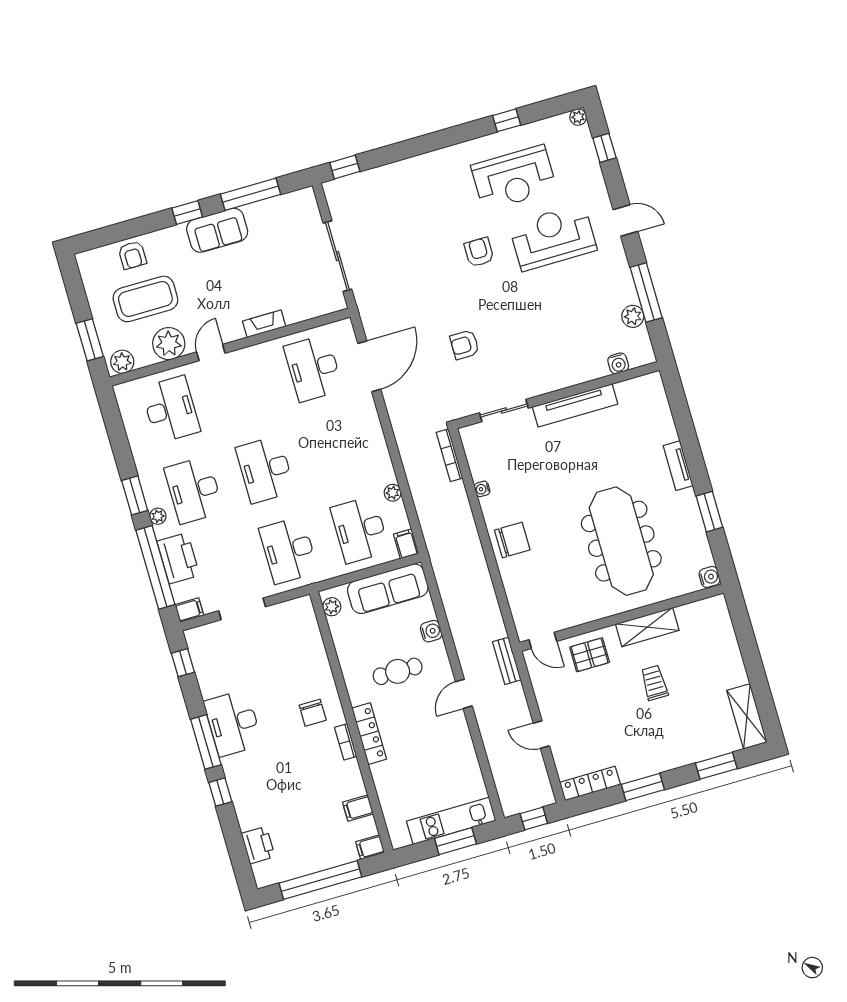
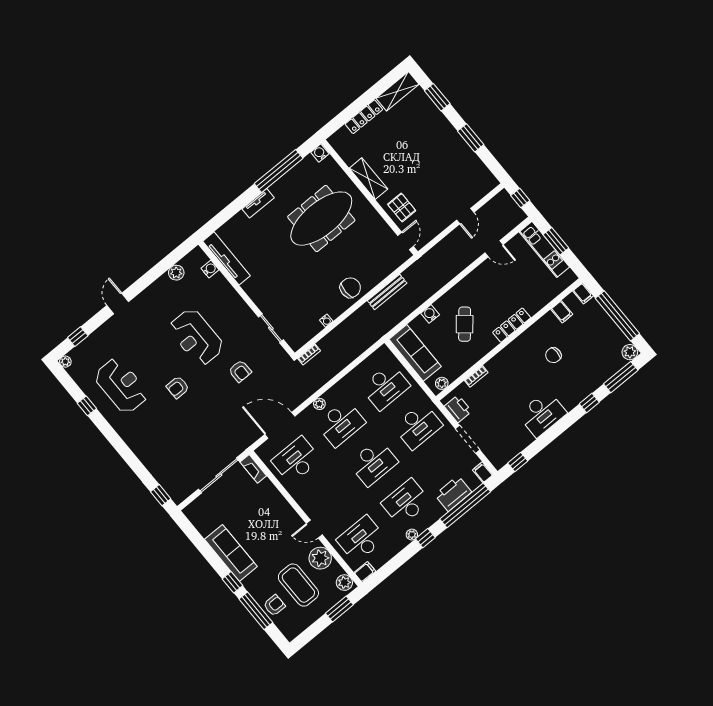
window: (250, 194) -> (256, 611), moved
sofa: (217, 230) -> (231, 553), width x1.36
reception desk: (553, 237) -> (196, 337), moved
window: (646, 293) -> (158, 271), removed
fireplace: (264, 324) -> (253, 469), moved
desk: (313, 368) -> (296, 460), turned 180
tv unit: (575, 405) -> (227, 258), moved
desk: (337, 449) -> (341, 423), added
bookcase: (449, 455) -> (309, 354), width x0.64
desk: (194, 490) -> (406, 502), turned 180
plant: (393, 493) -> (319, 404), moved
window: (135, 495) -> (425, 538), width x0.67
window: (709, 512) -> (279, 171), width x2.11
plant: (158, 516) -> (412, 535), moved
chair: (512, 540) -> (350, 288), turned 90
filing cabinet: (406, 544) -> (365, 572), moved, turned 180
bench: (507, 661) -> (387, 292), moved, width x1.36
cafe table: (398, 671) -> (465, 324), turned 40
trolley: (654, 683) -> (402, 159), removed
door: (464, 694) -> (494, 249), moved
chair: (313, 713) -> (553, 355), moved, turned 180
window: (206, 742) -> (621, 377), moved
bookcase: (346, 742) -> (476, 376), moved
locker: (590, 783) -> (364, 117), moved, turned -90
printer: (258, 845) -> (458, 409), moved, turned 90
plant: (265, 876) -> (630, 352), added

